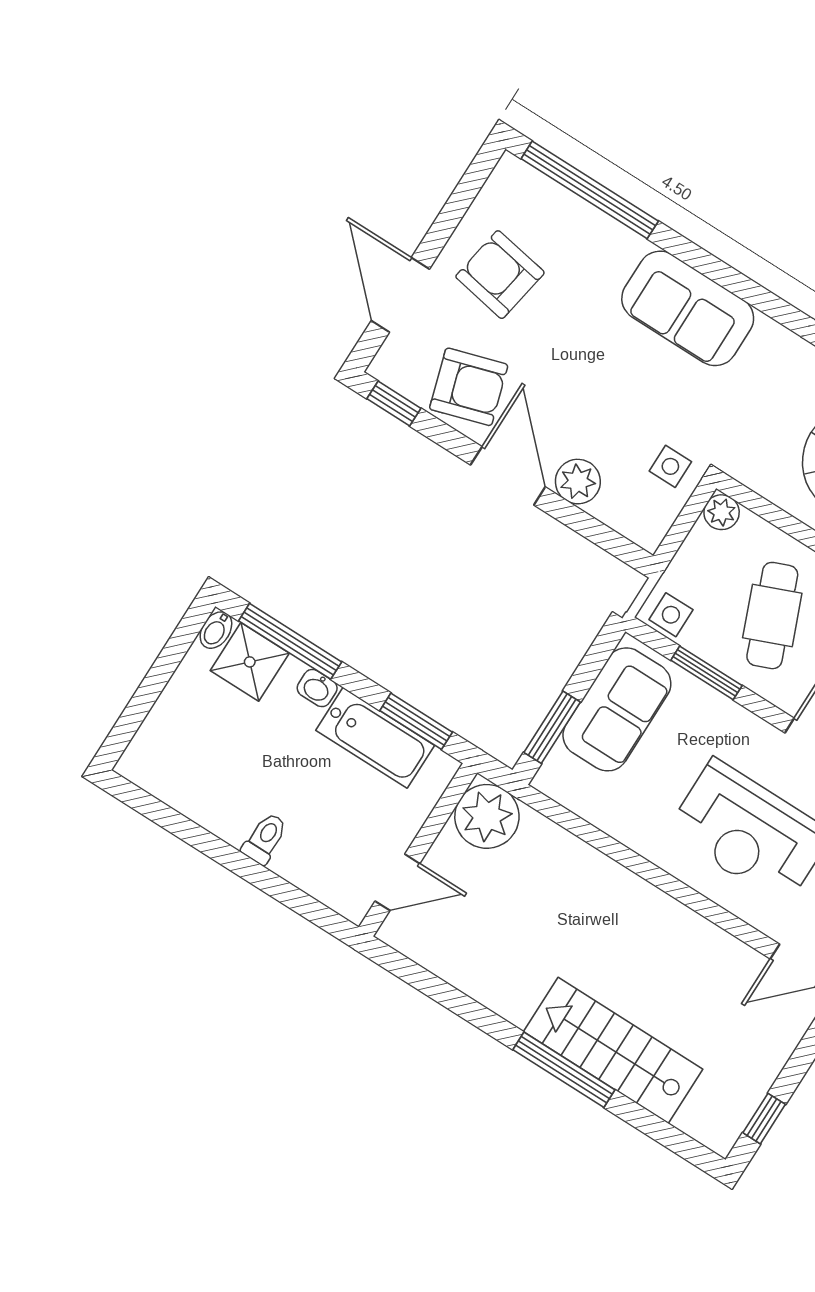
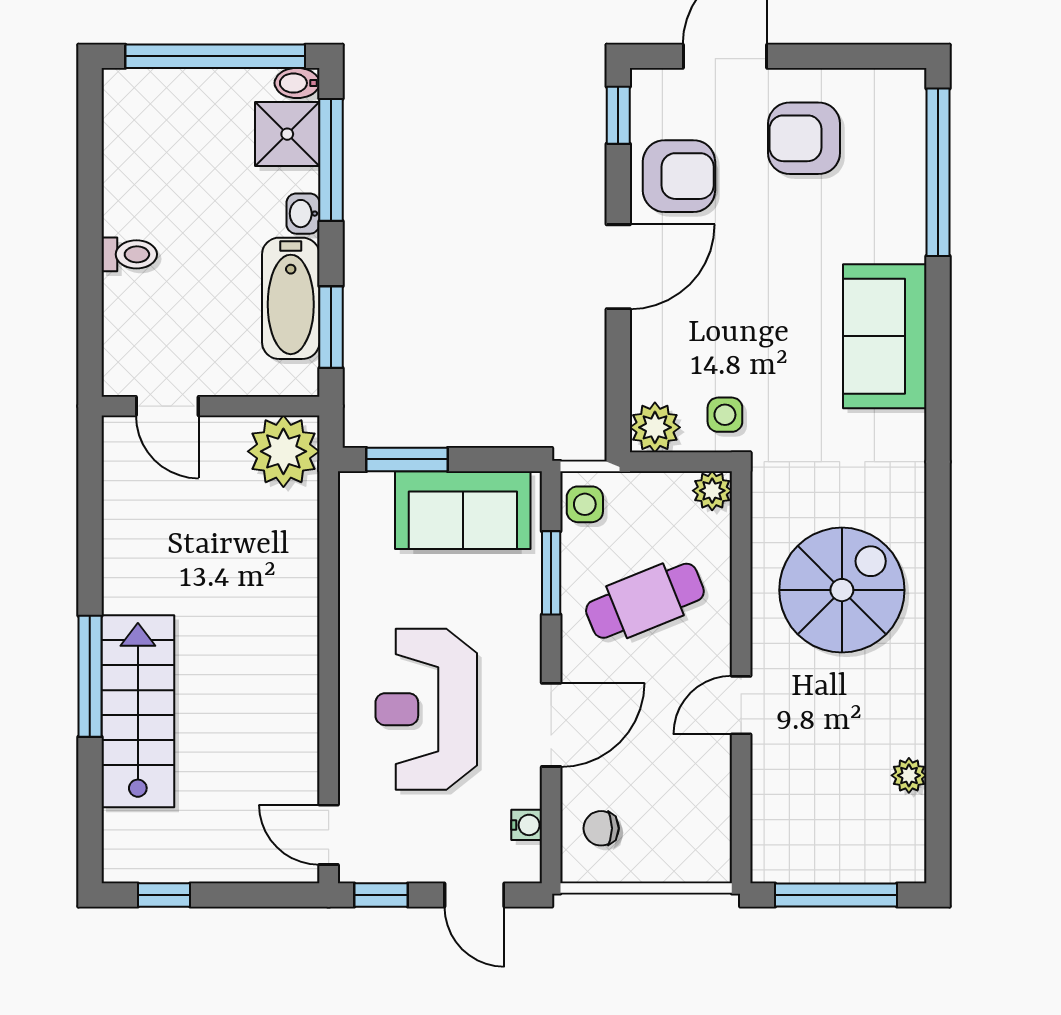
armchair: (500, 275) -> (804, 138), turned -100
armchair: (469, 387) -> (679, 176), turned -73
plant: (578, 482) -> (655, 427), moved
window: (157, 679) -> (215, 56), added

